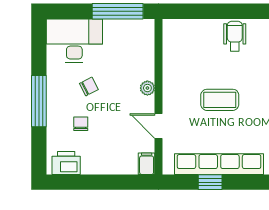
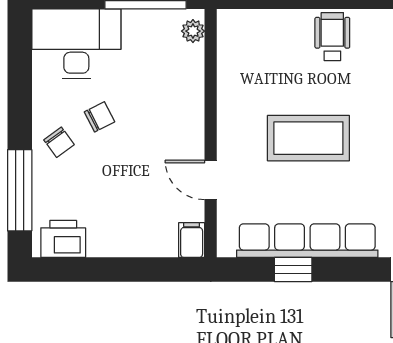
plant: (147, 88) -> (193, 31), moved
coffee table: (220, 100) -> (308, 138), width x1.36, depth x1.32
window: (39, 101) -> (20, 190), moved
chair: (81, 124) -> (59, 142), moved, turned 144

